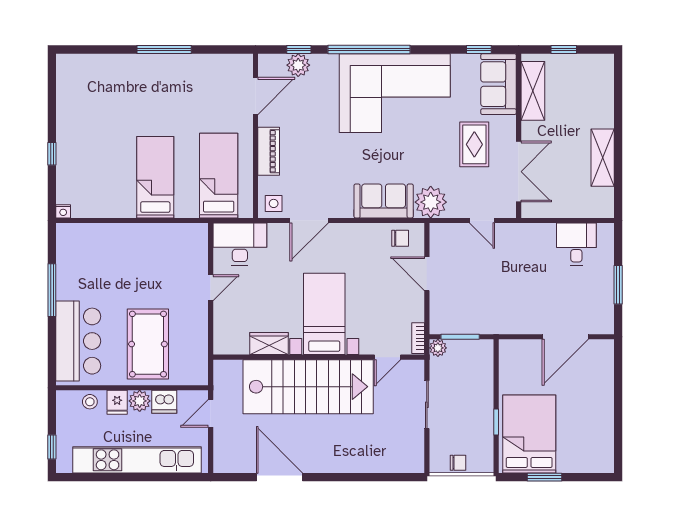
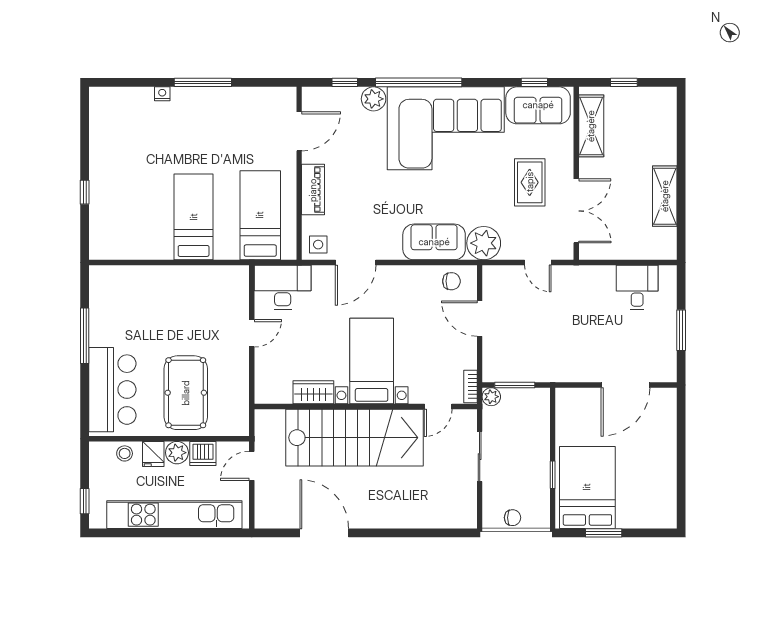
plant: (298, 65) -> (374, 99), moved
sofa: (499, 84) -> (538, 105), moved, turned -90
nightstand: (63, 211) -> (162, 94), moved, turned 180

